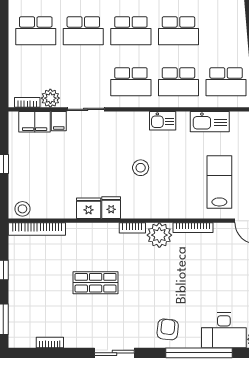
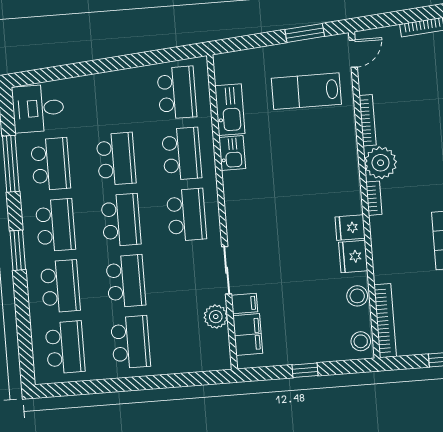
bookcase: (27, 102) -> (224, 346), removed
kitchen sink: (163, 121) -> (232, 153), moved
stool: (141, 168) -> (357, 296), moved

